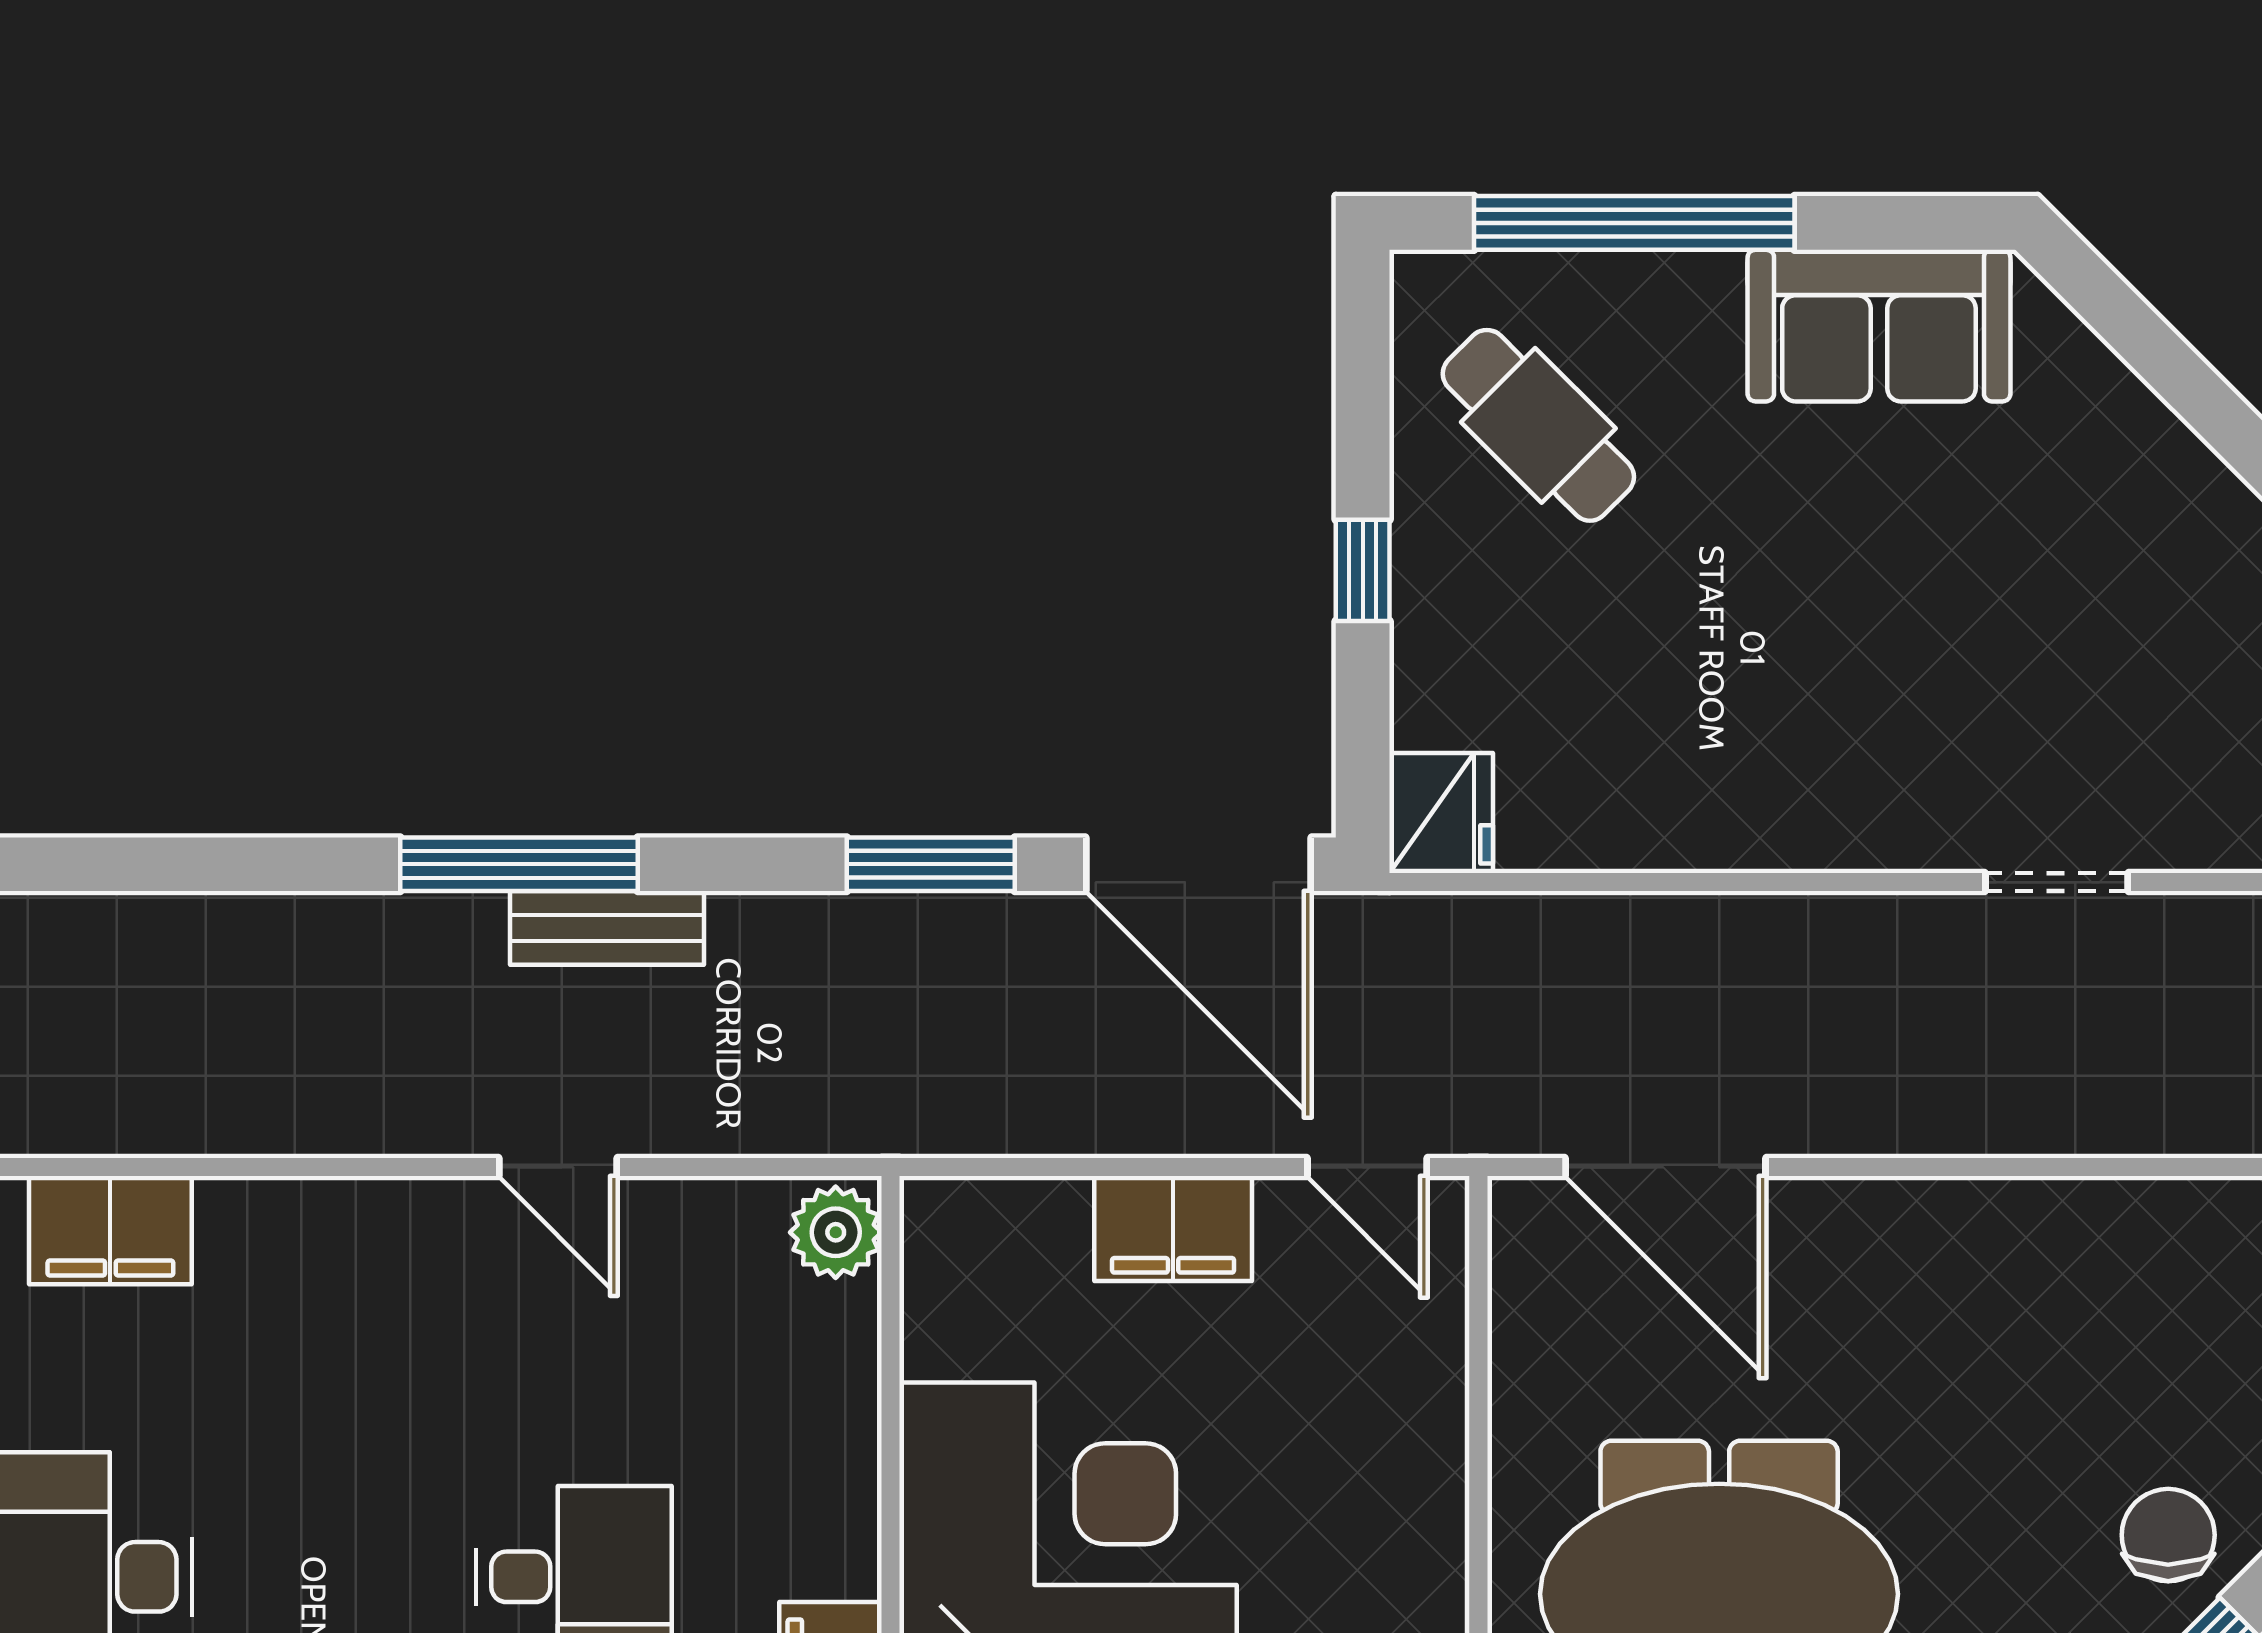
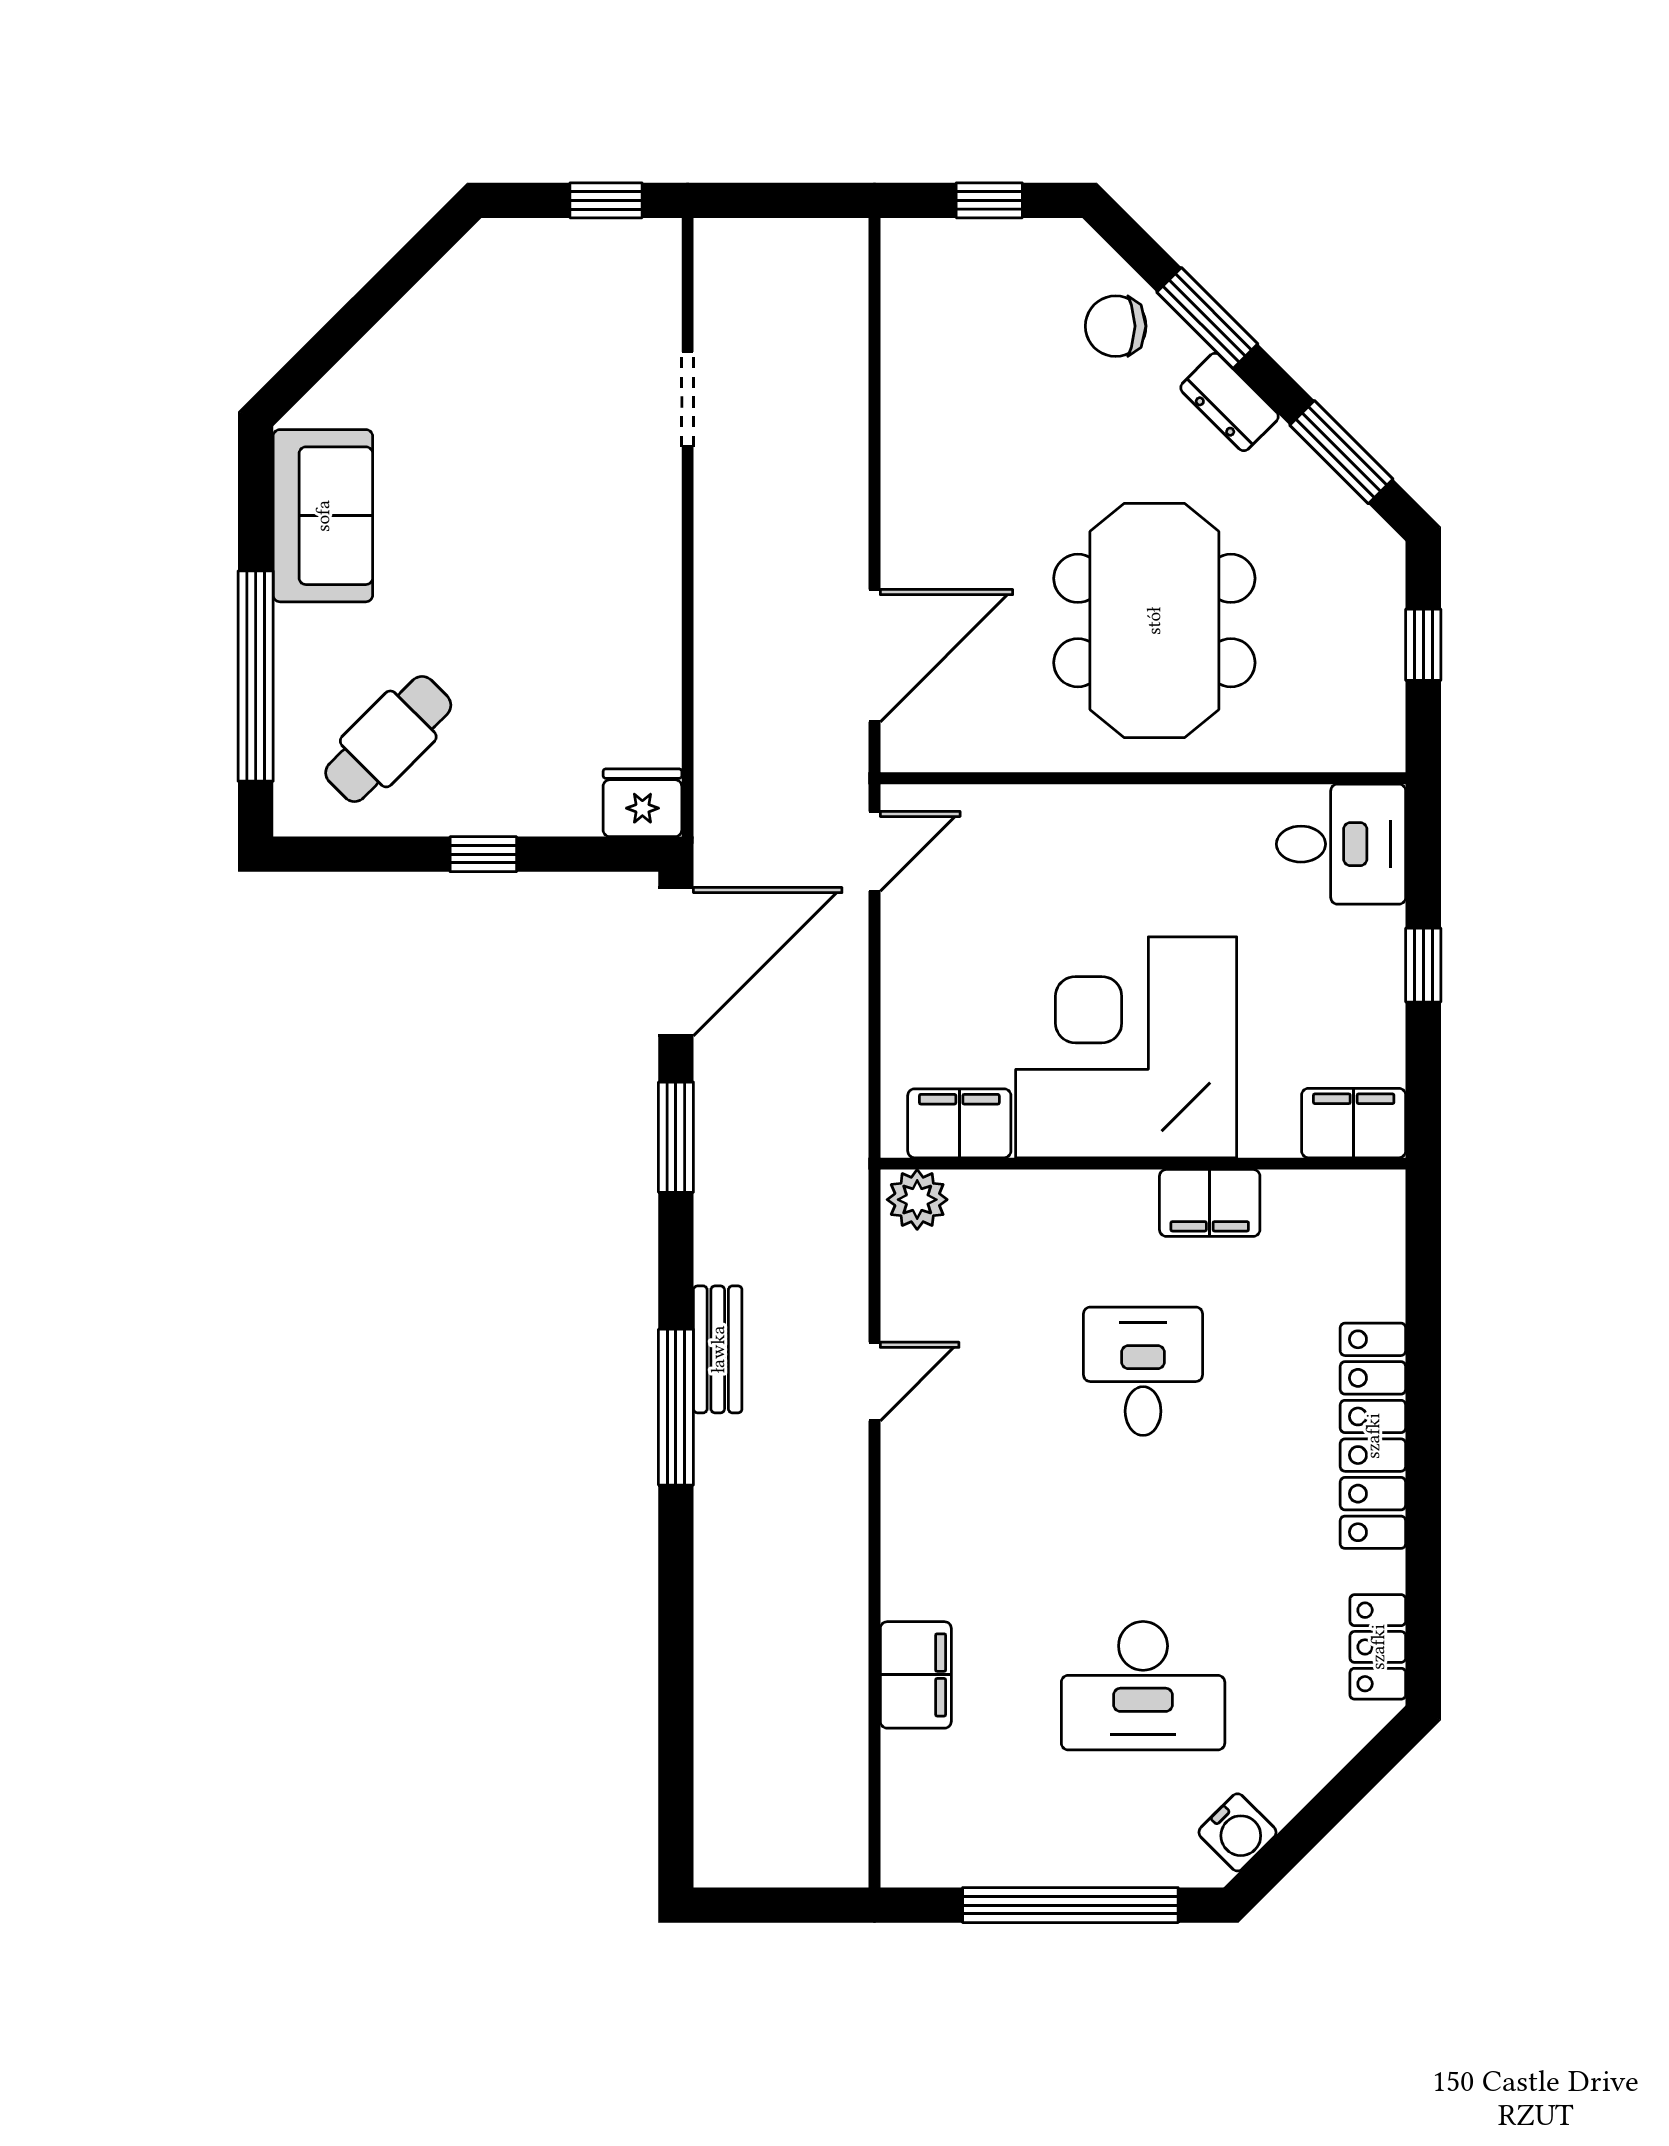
filing cabinet: (1173, 1229) -> (959, 1123), moved, turned -90

